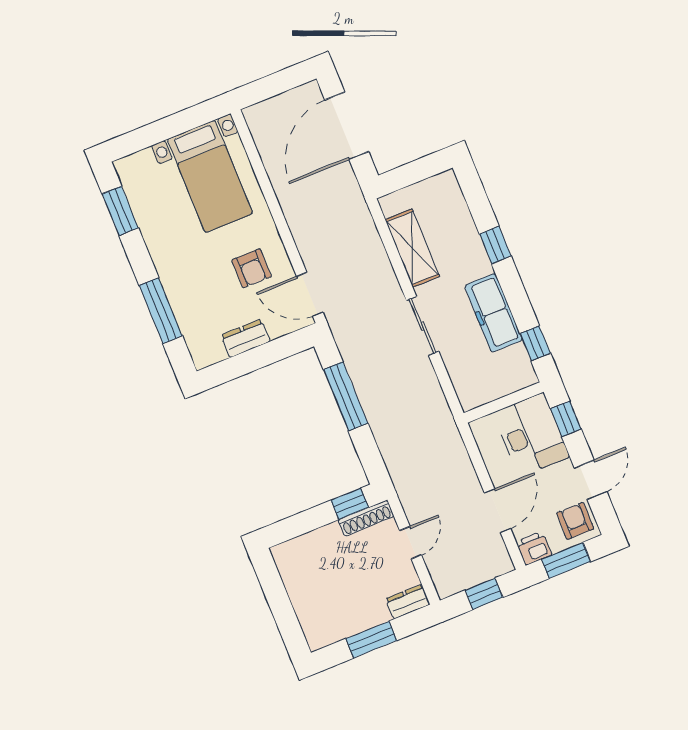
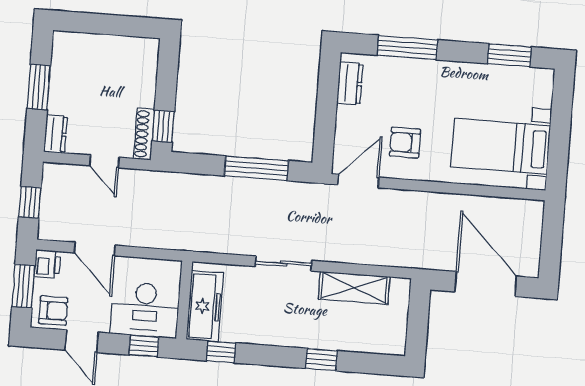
freezer: (494, 313) -> (205, 306), moved, turned 90
dresser: (246, 338) -> (350, 83), moved

